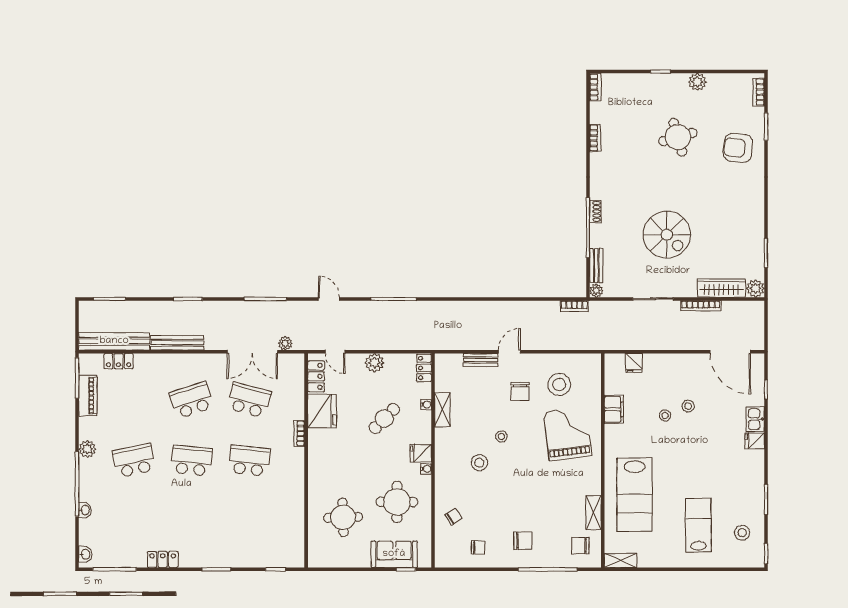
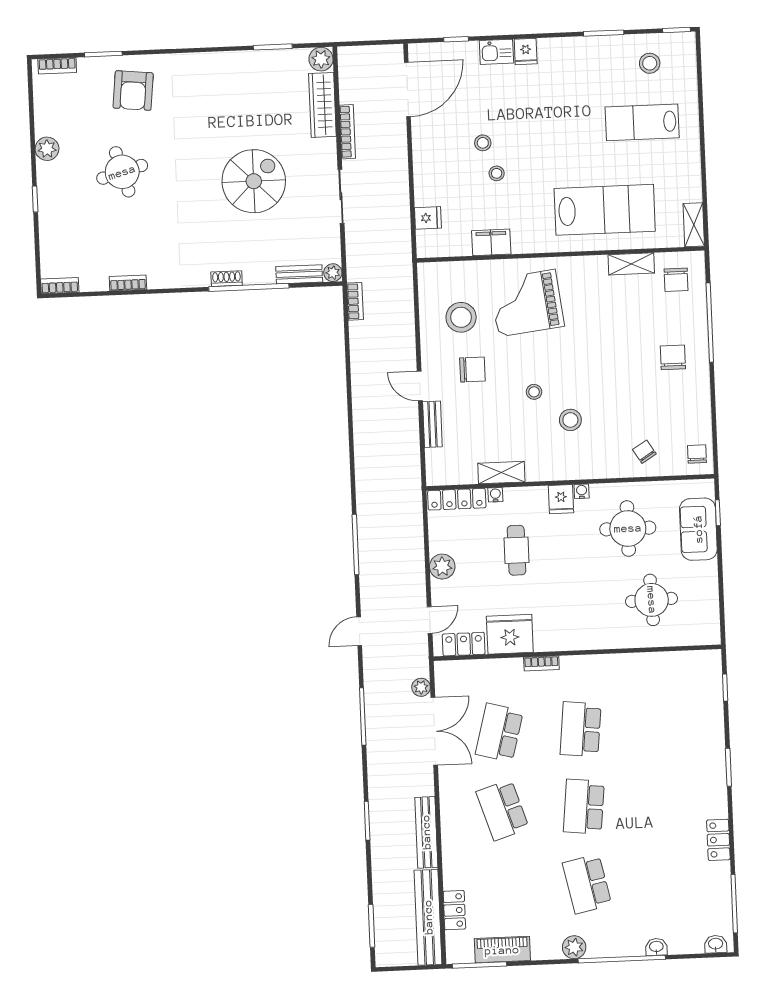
locker: (424, 368) -> (457, 499), width x1.53
cafe table: (384, 419) -> (517, 550), turned 45
chair: (478, 547) -> (697, 454), moved

